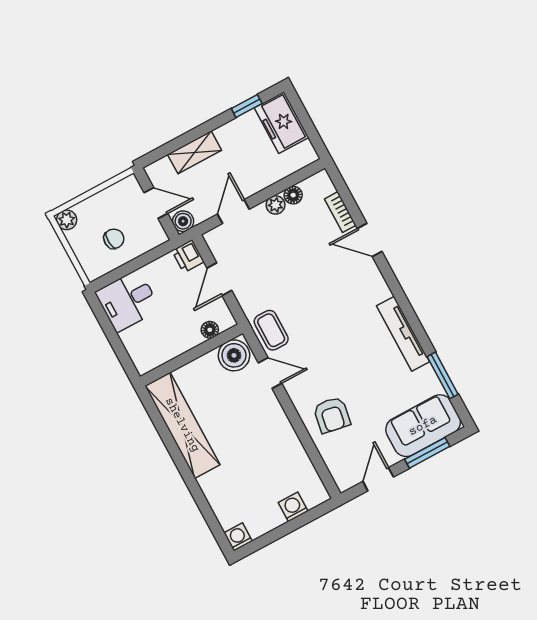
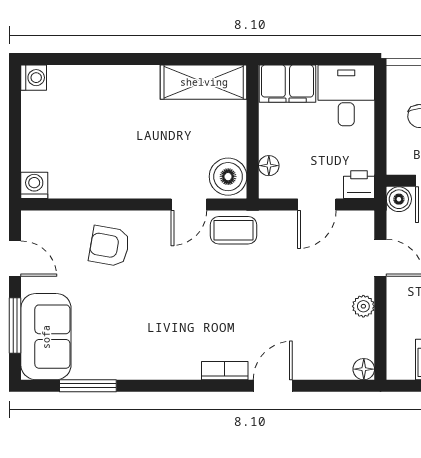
floor lamp: (293, 195) -> (364, 369), moved
bookcase: (340, 212) -> (225, 371), moved
door: (219, 279) -> (317, 205), swing flipped
tv unit: (403, 334) -> (155, 368), removed
filing cabinet: (142, 348) -> (287, 84), added
shelving: (182, 425) -> (204, 82), width x0.68
washing machine: (293, 507) -> (34, 185), moved, turned -90

